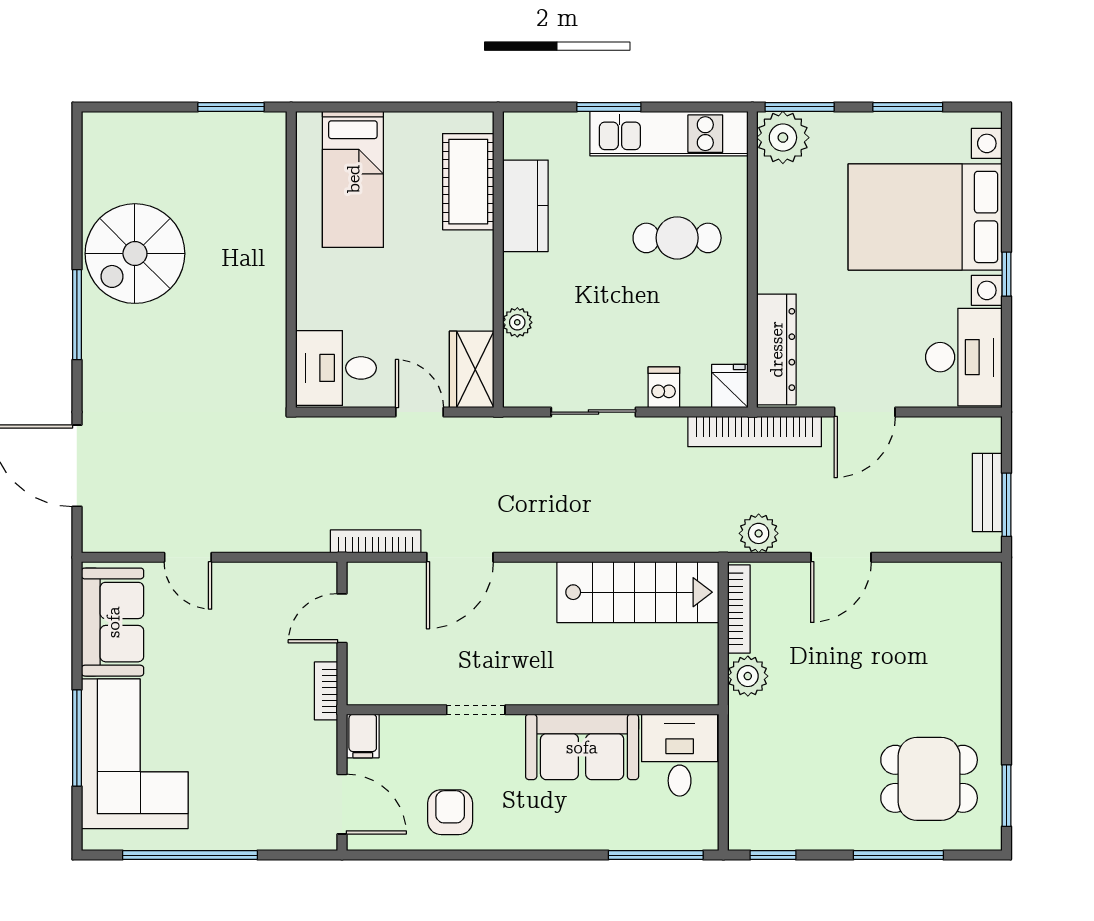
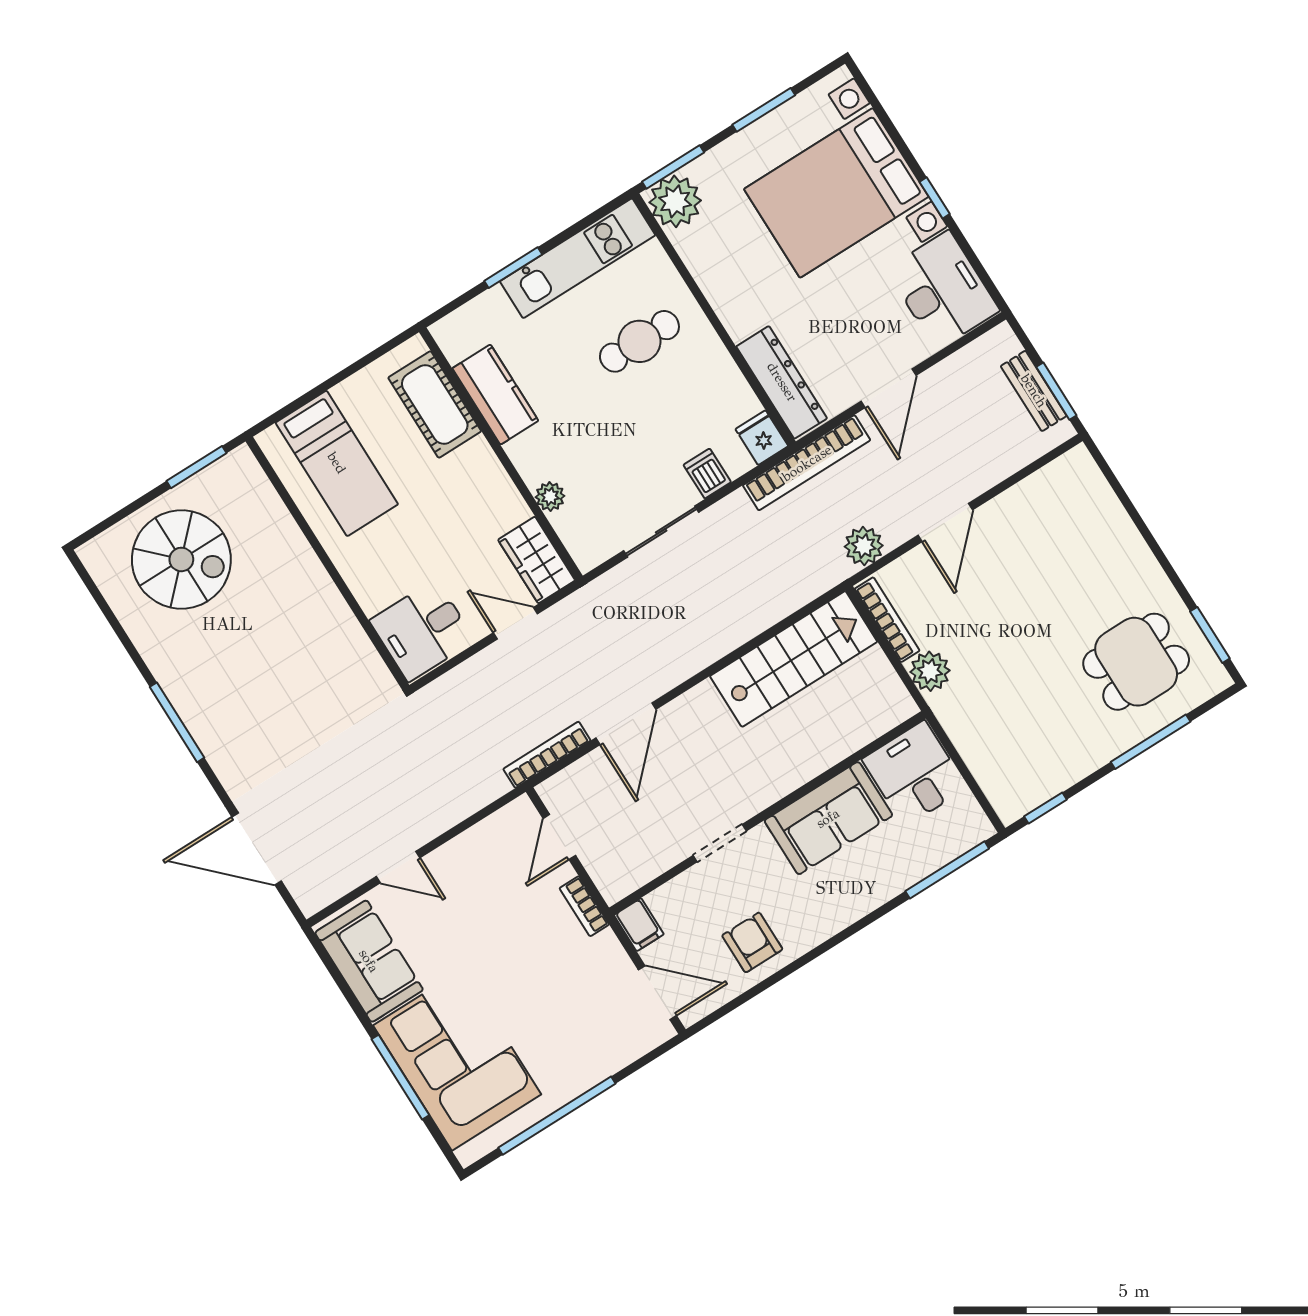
spiral stairs: (135, 254) -> (181, 559), moved, turned -90

